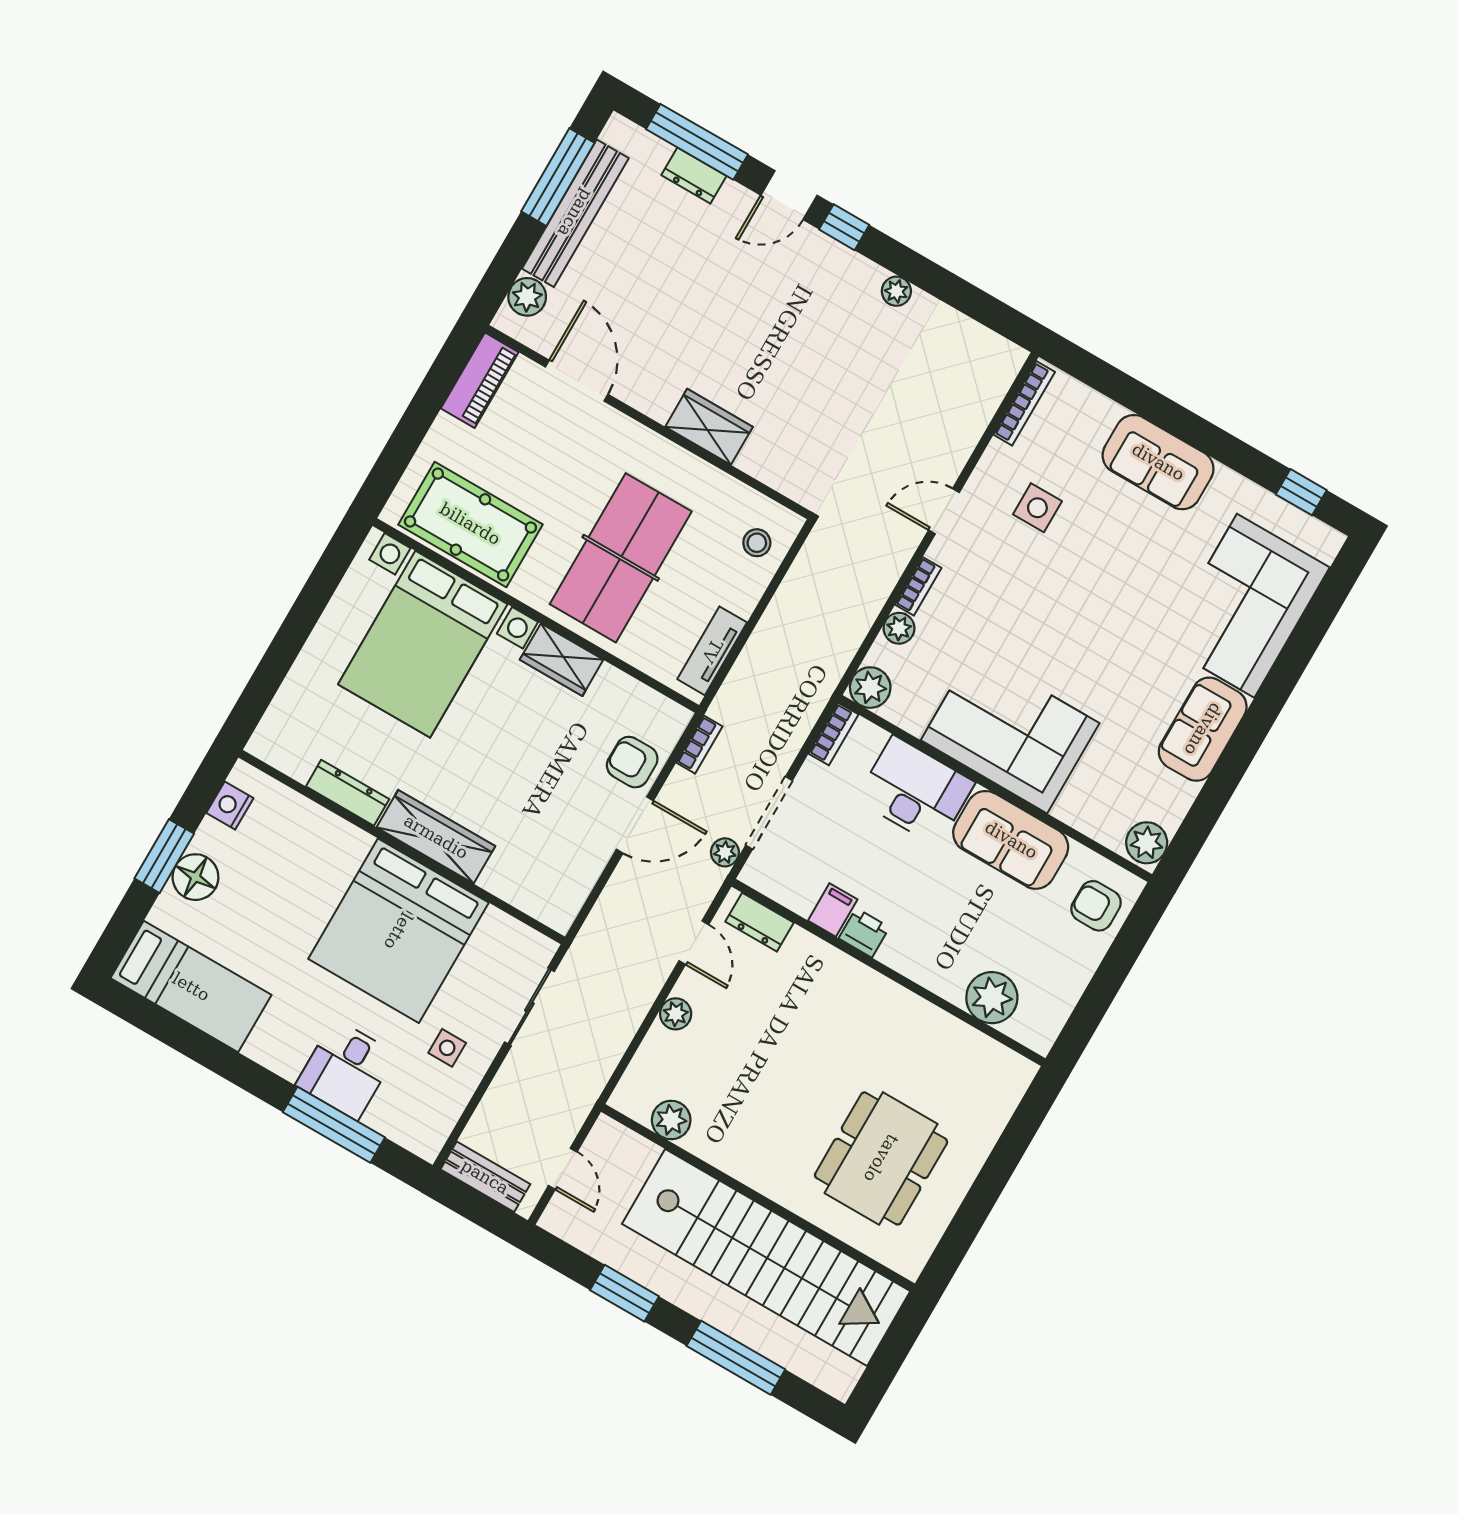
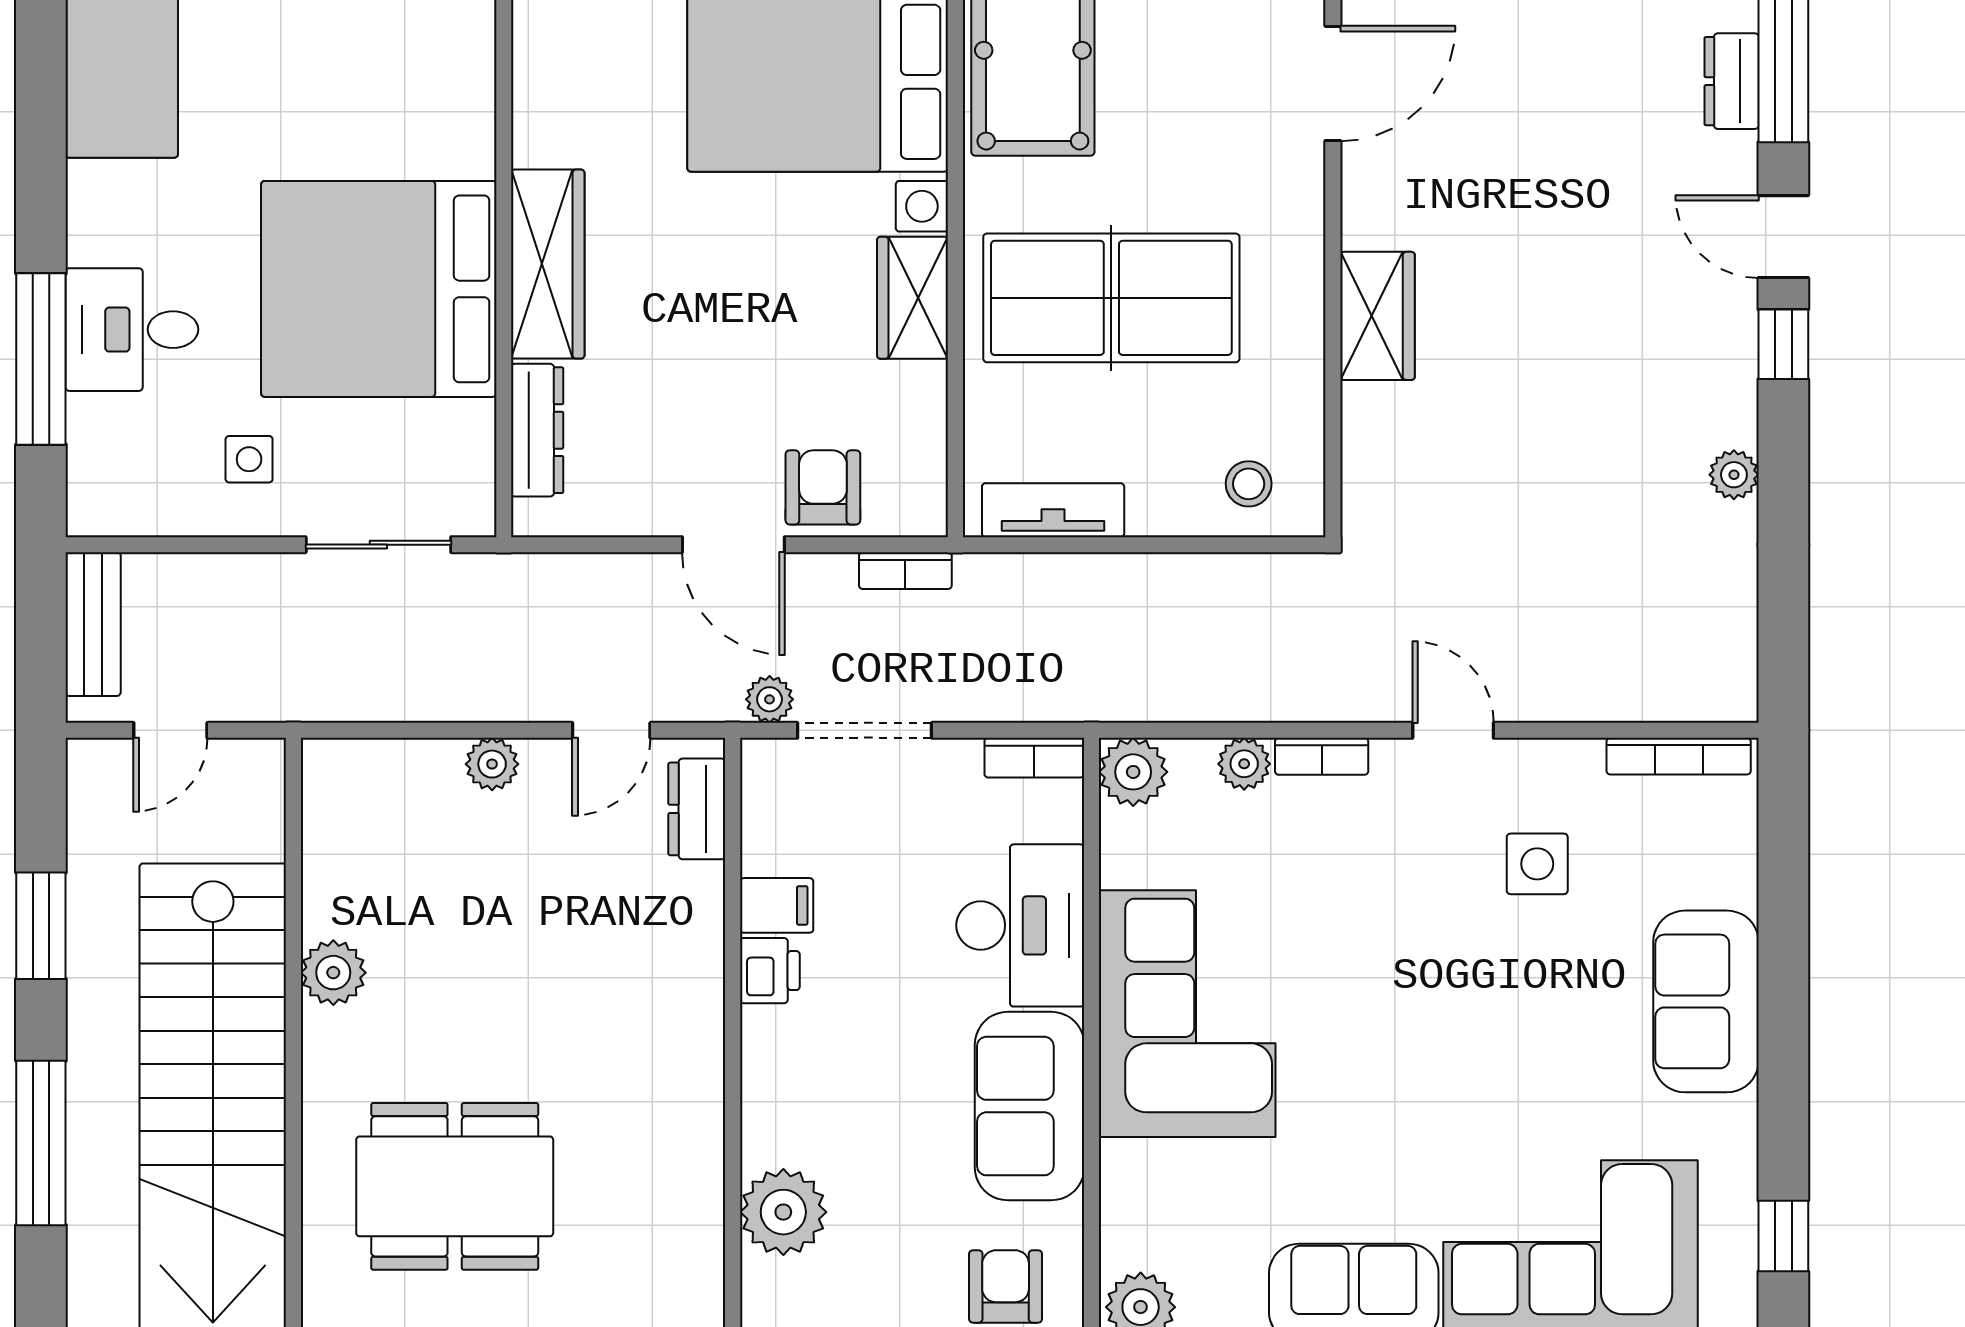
dresser: (348, 793) -> (537, 430), moved
plant: (671, 1120) -> (333, 973), moved

